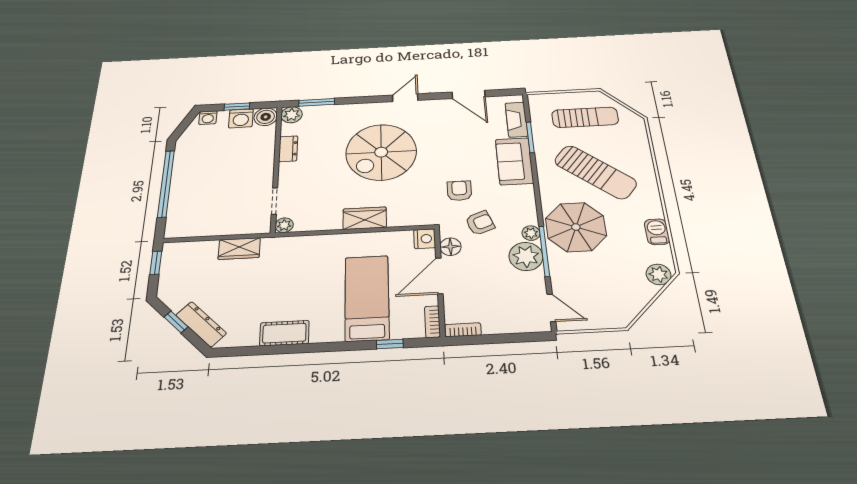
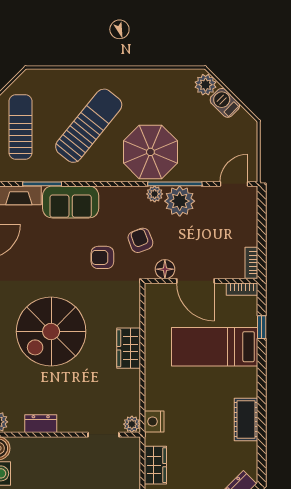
spiral stairs: (381, 152) -> (51, 332), turned 90
barbecue: (657, 232) -> (225, 103), moved, turned 45
nightstand: (425, 239) -> (154, 421), moved, turned -90

